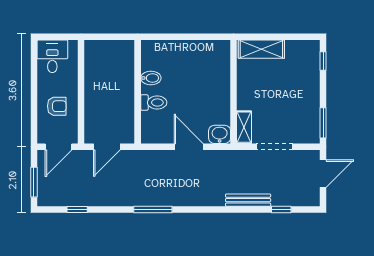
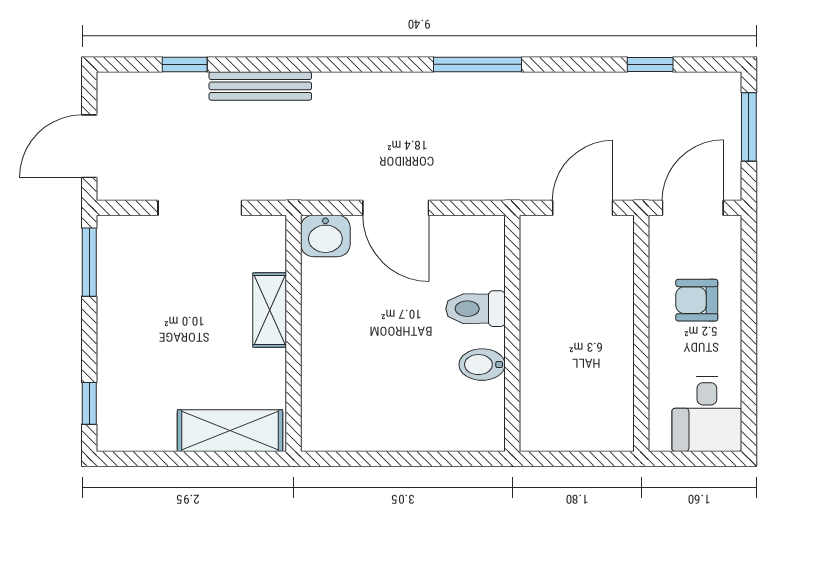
shelving: (244, 127) -> (270, 310), moved

